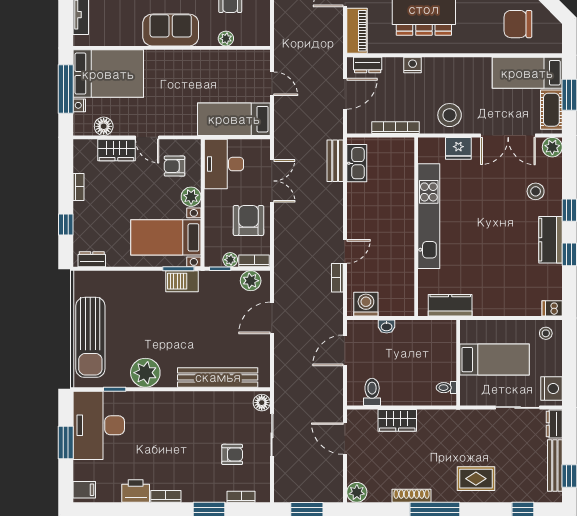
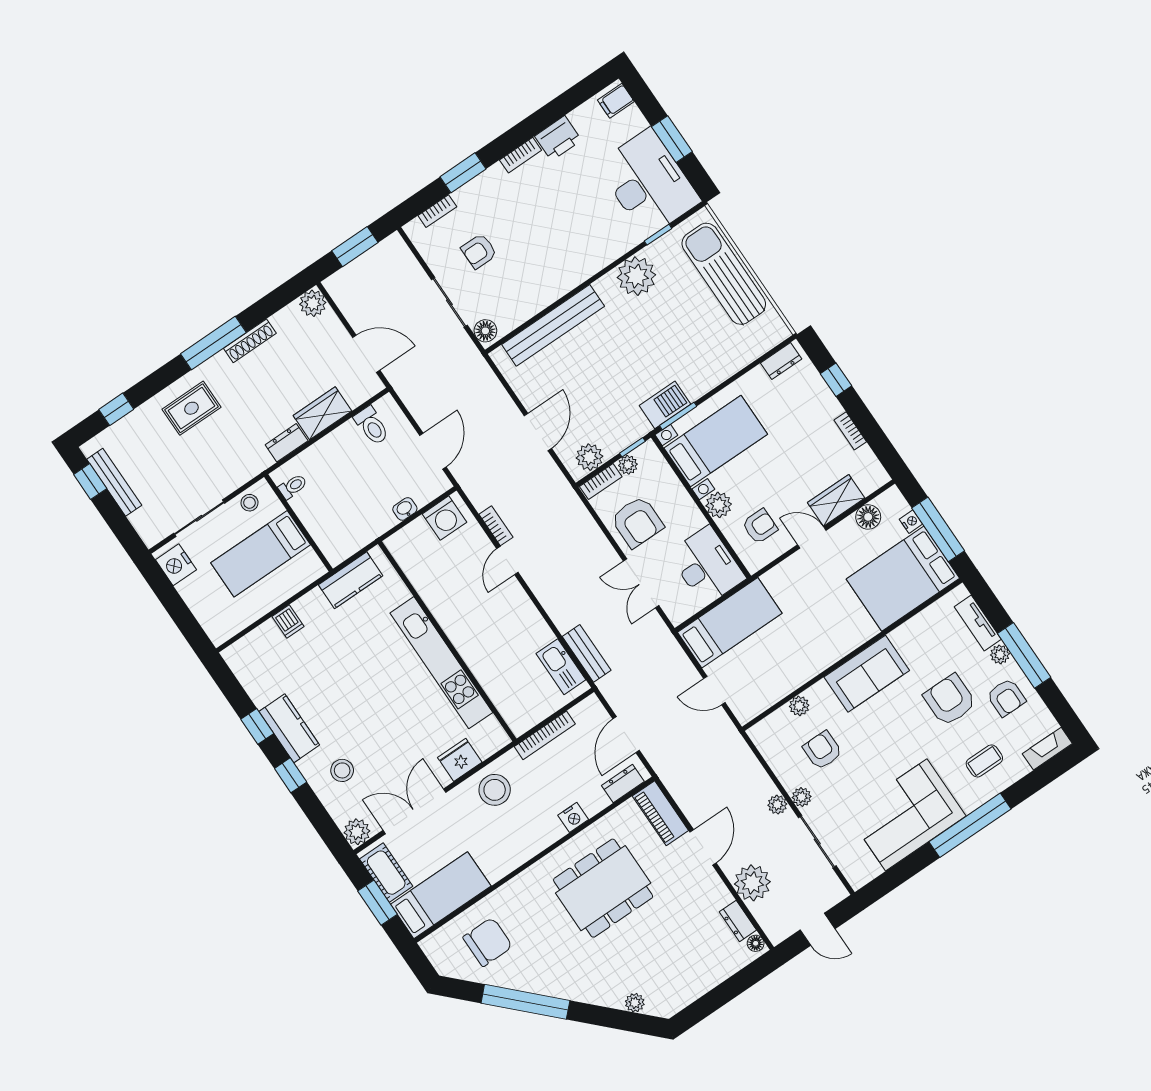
dishwasher: (552, 308) -> (288, 622), moved, turned 90
stool: (546, 333) -> (249, 503), moved
dresser: (554, 424) -> (287, 443), moved, turned -90

